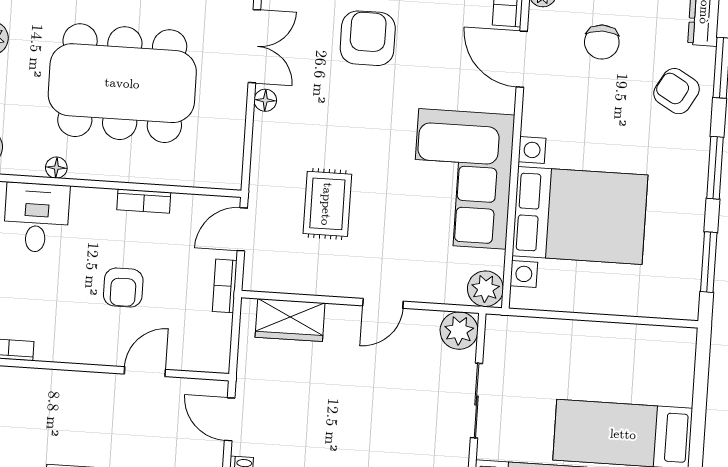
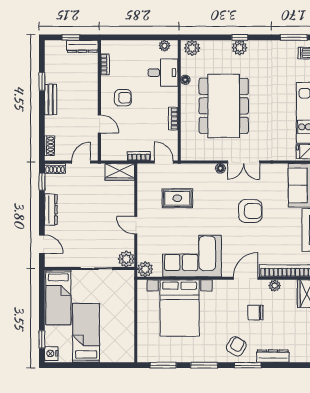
armchair: (123, 288) -> (123, 98), moved, turned 180
wardrobe: (290, 320) -> (120, 172), moved, turned -90

